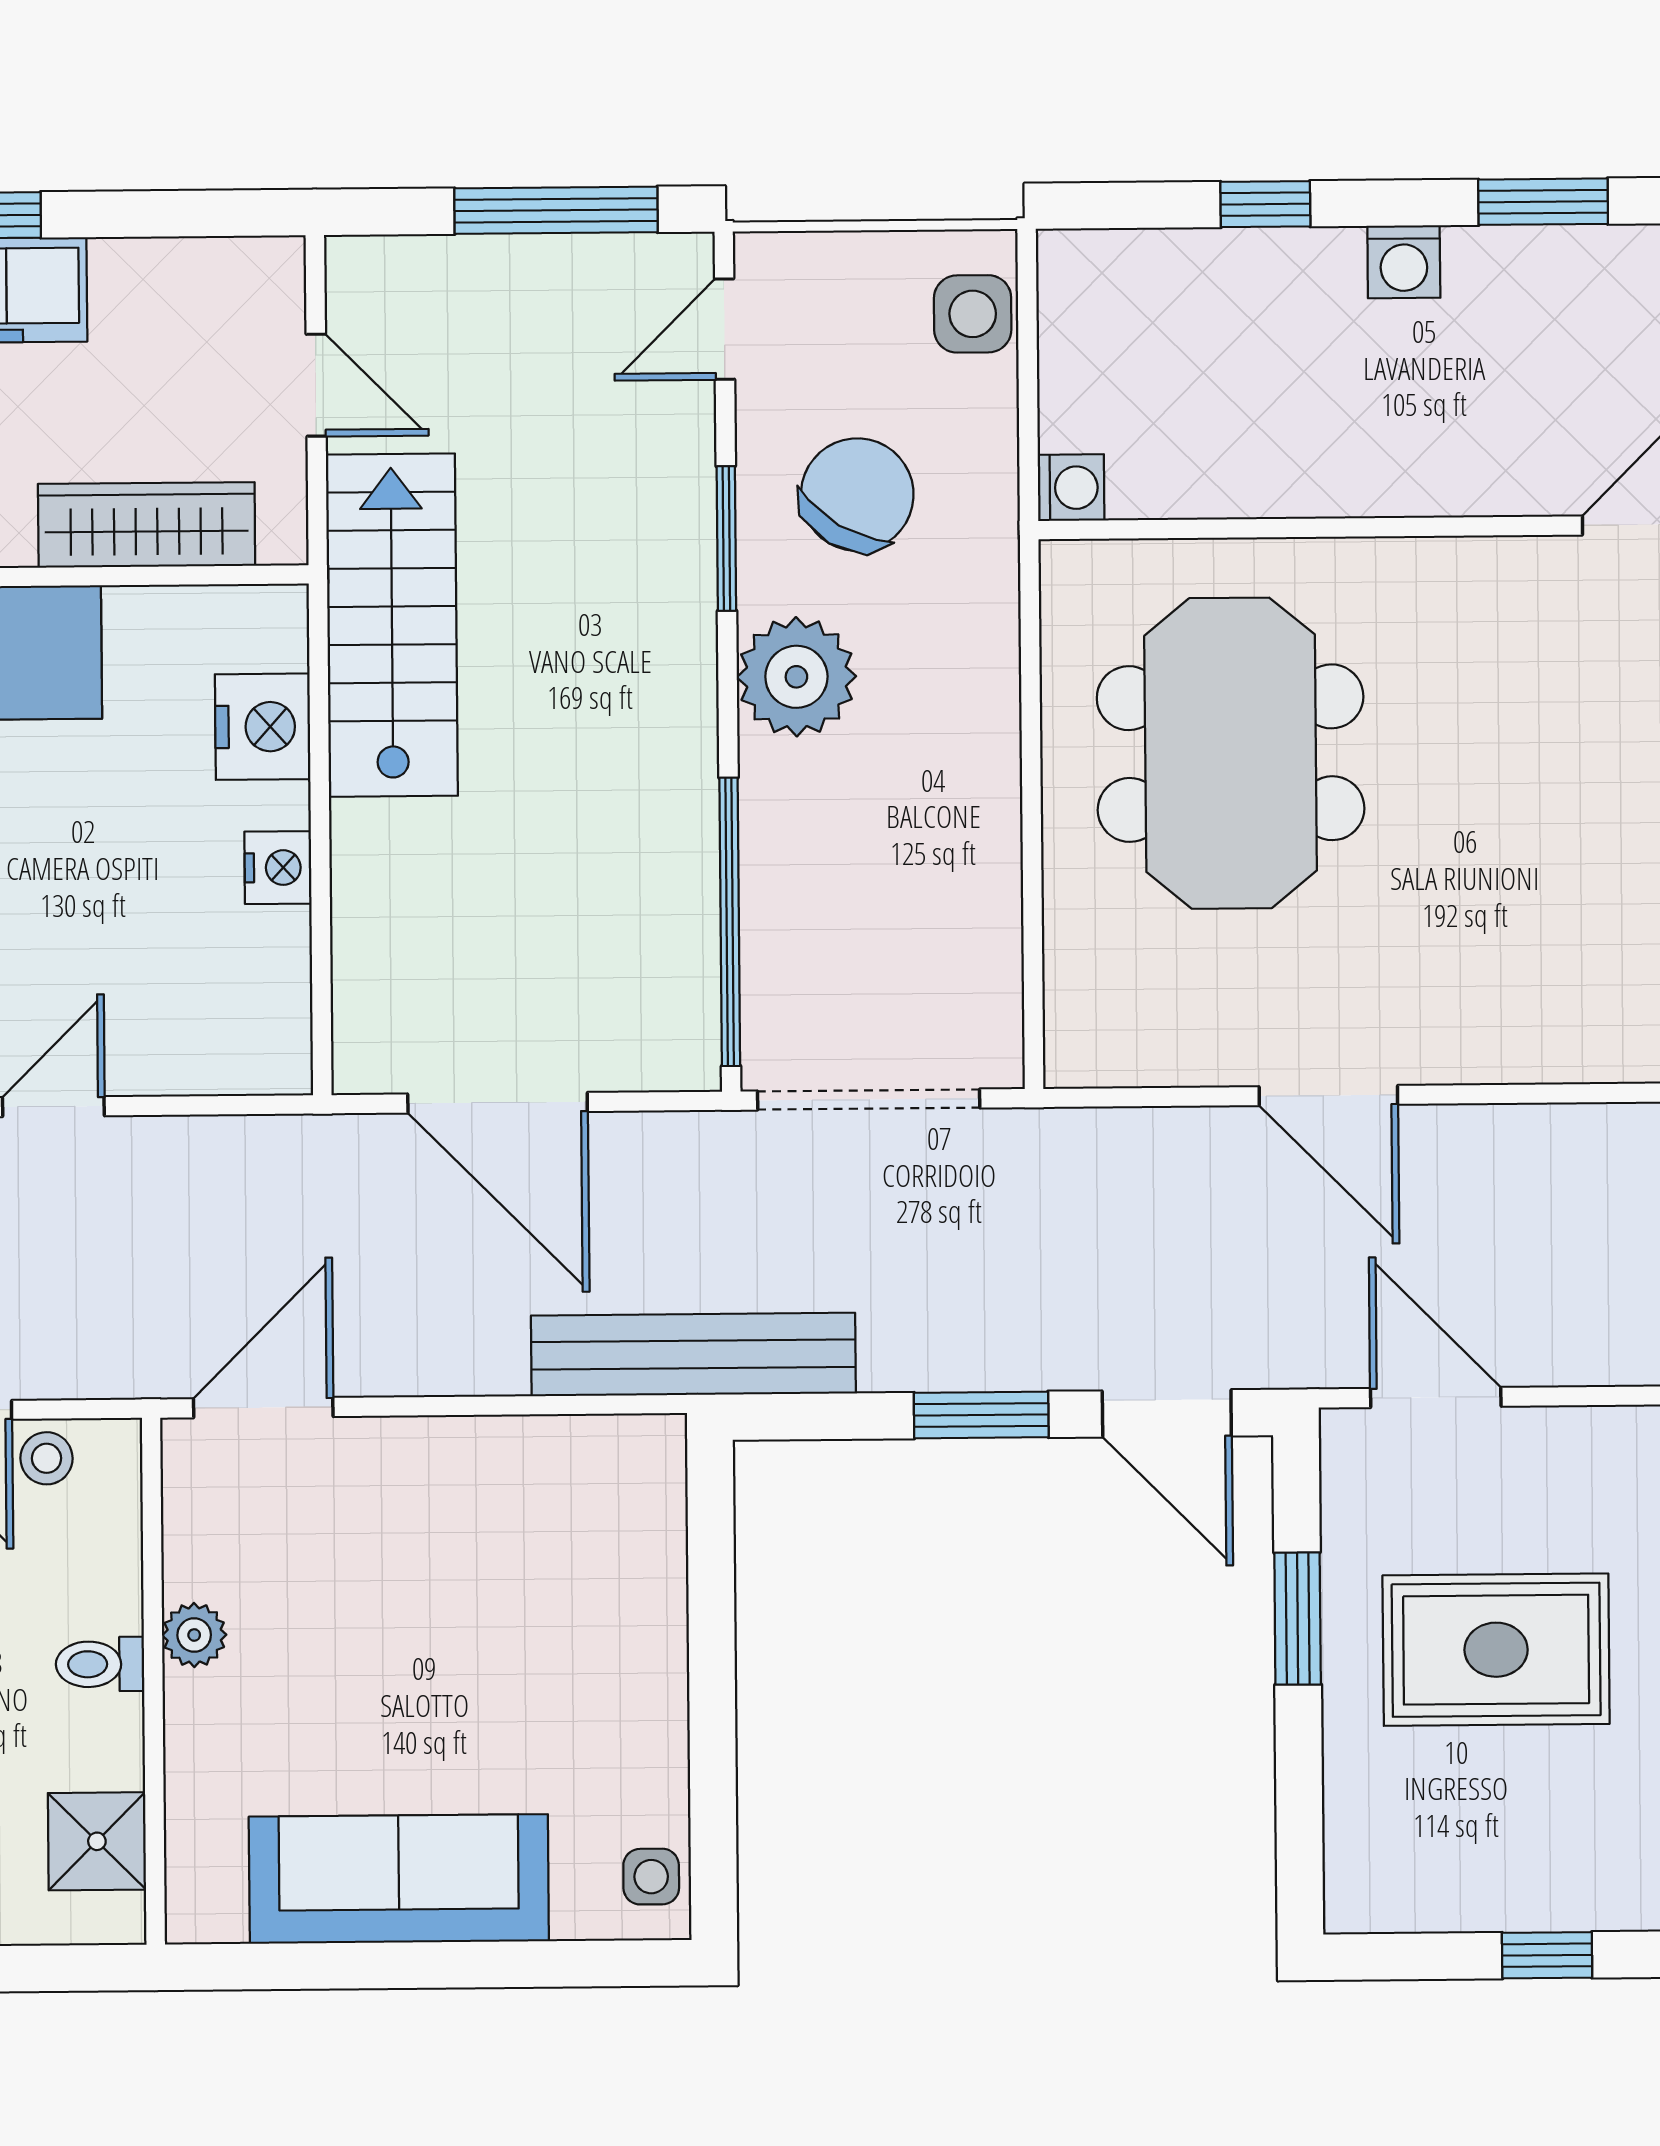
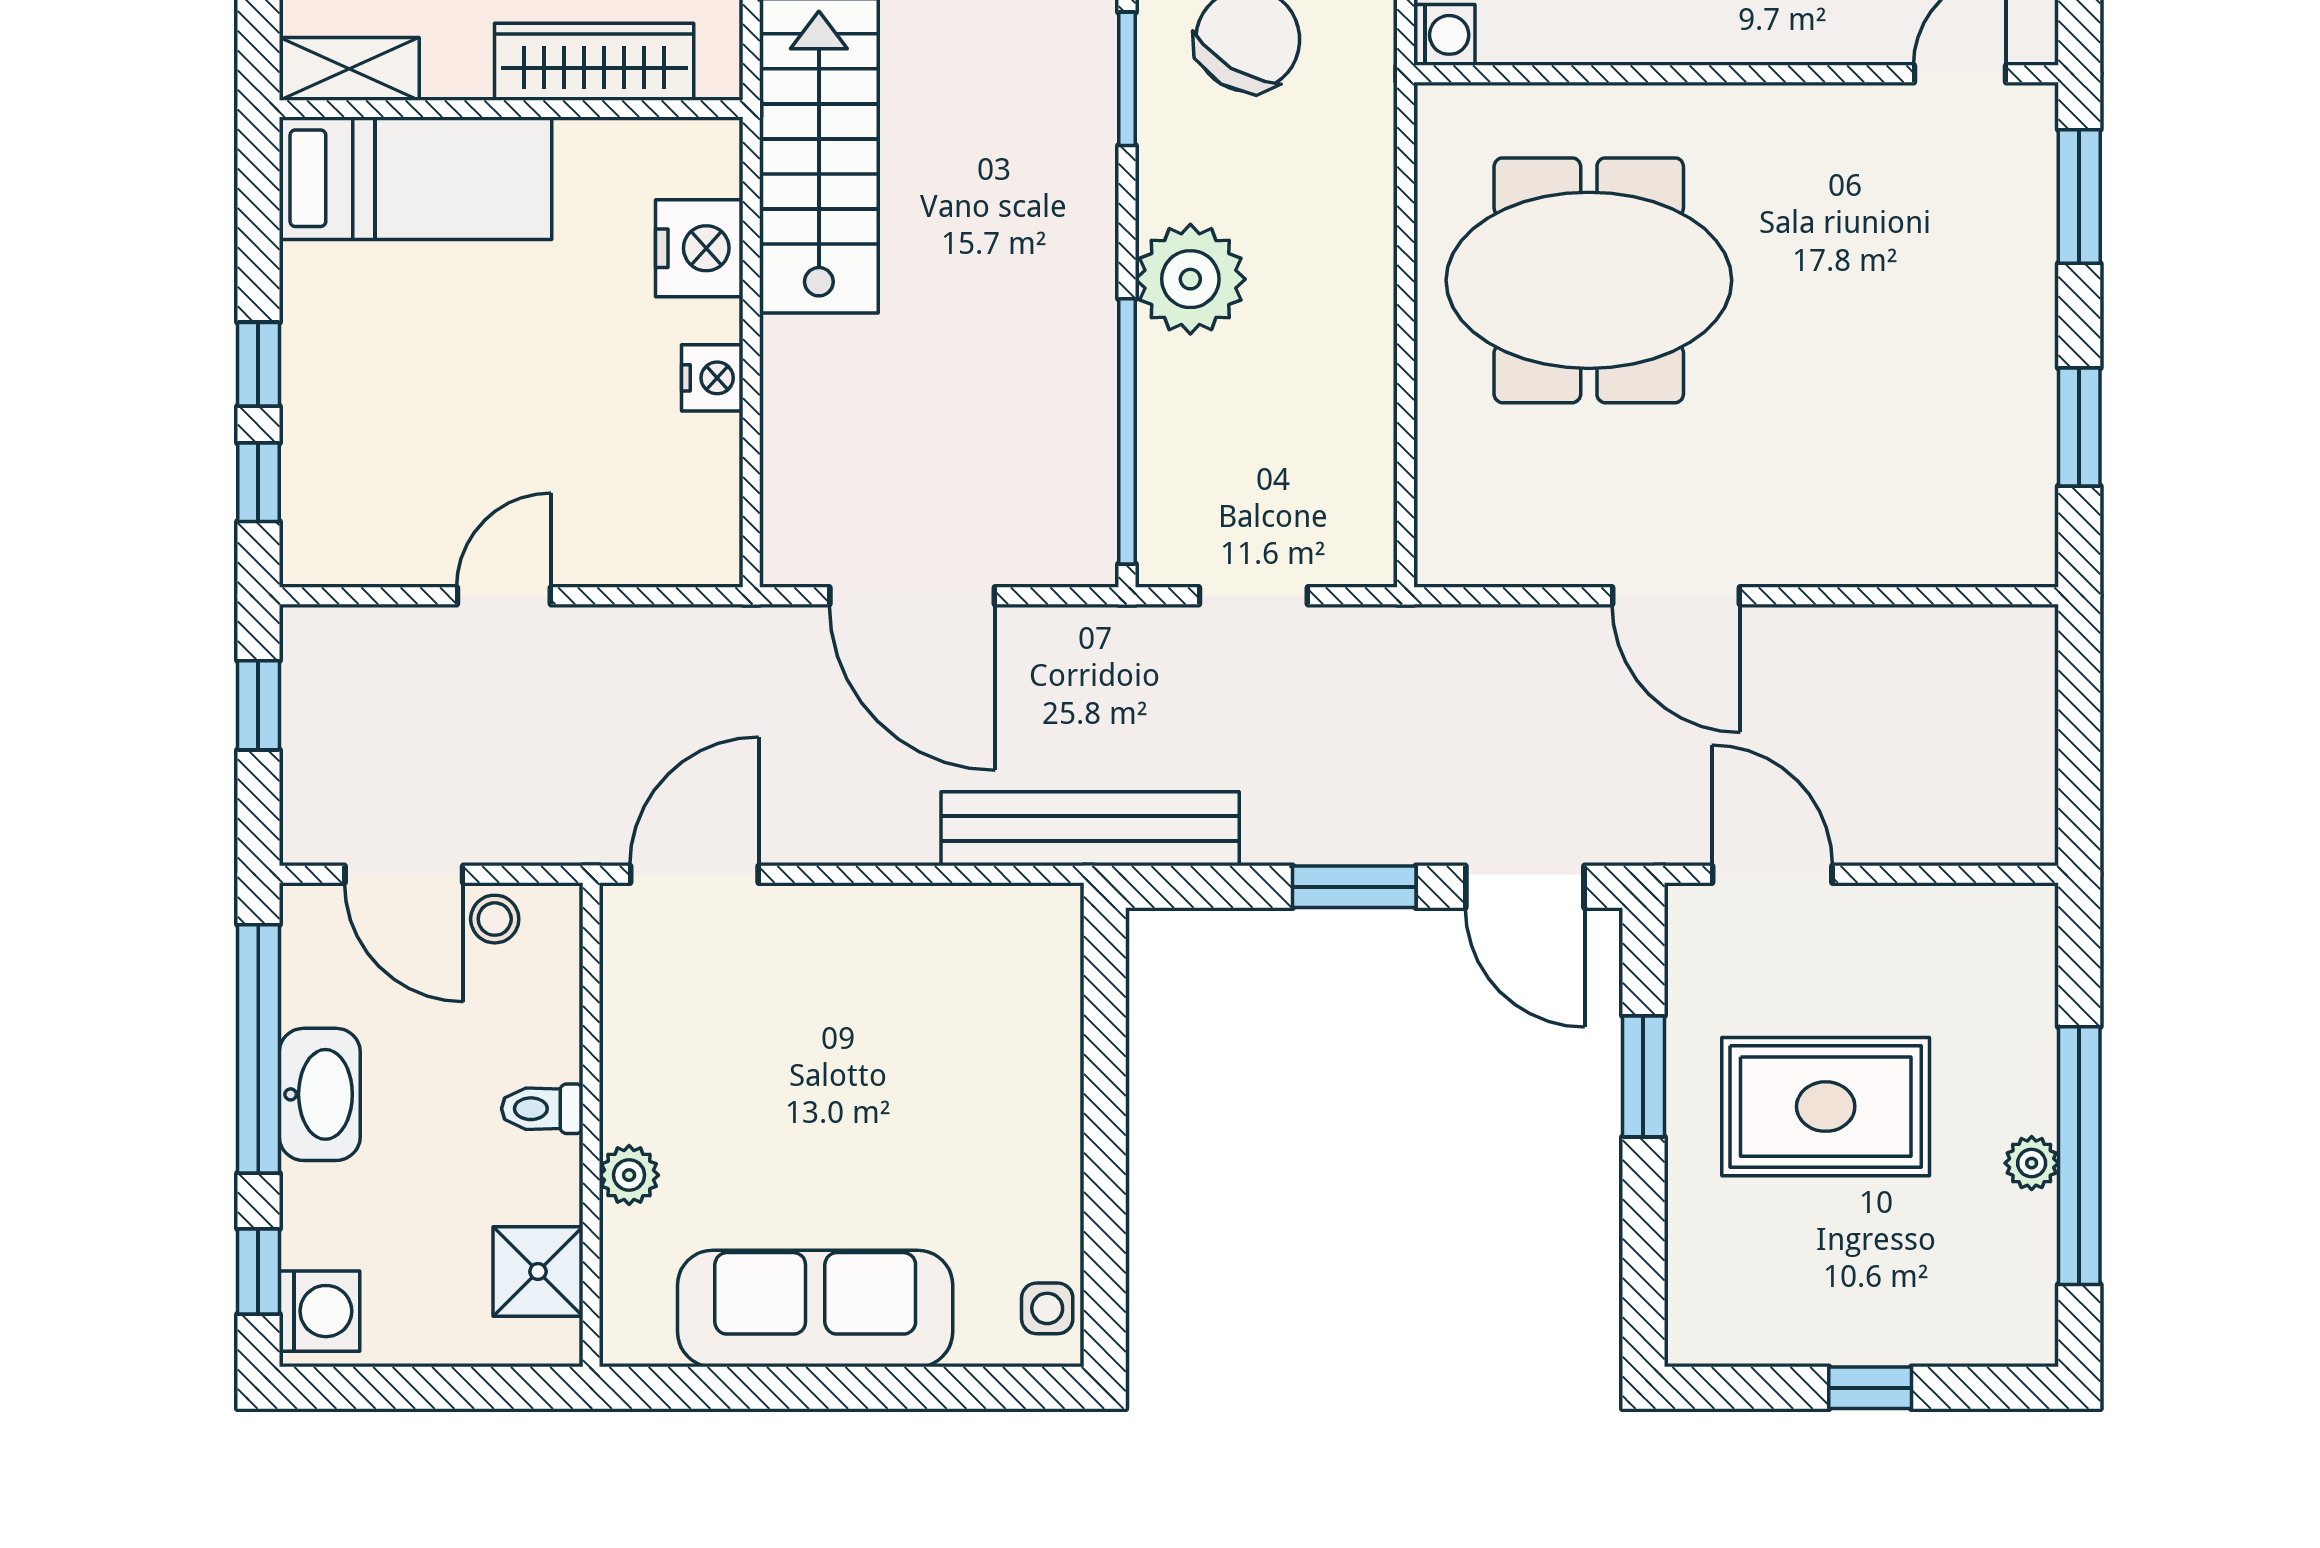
plant: (796, 677) -> (1190, 279), moved
meeting table: (1231, 753) -> (1589, 280), turned 90
doorway: (869, 1100) -> (1253, 596), width x0.53
plant: (194, 1635) -> (629, 1175), moved

